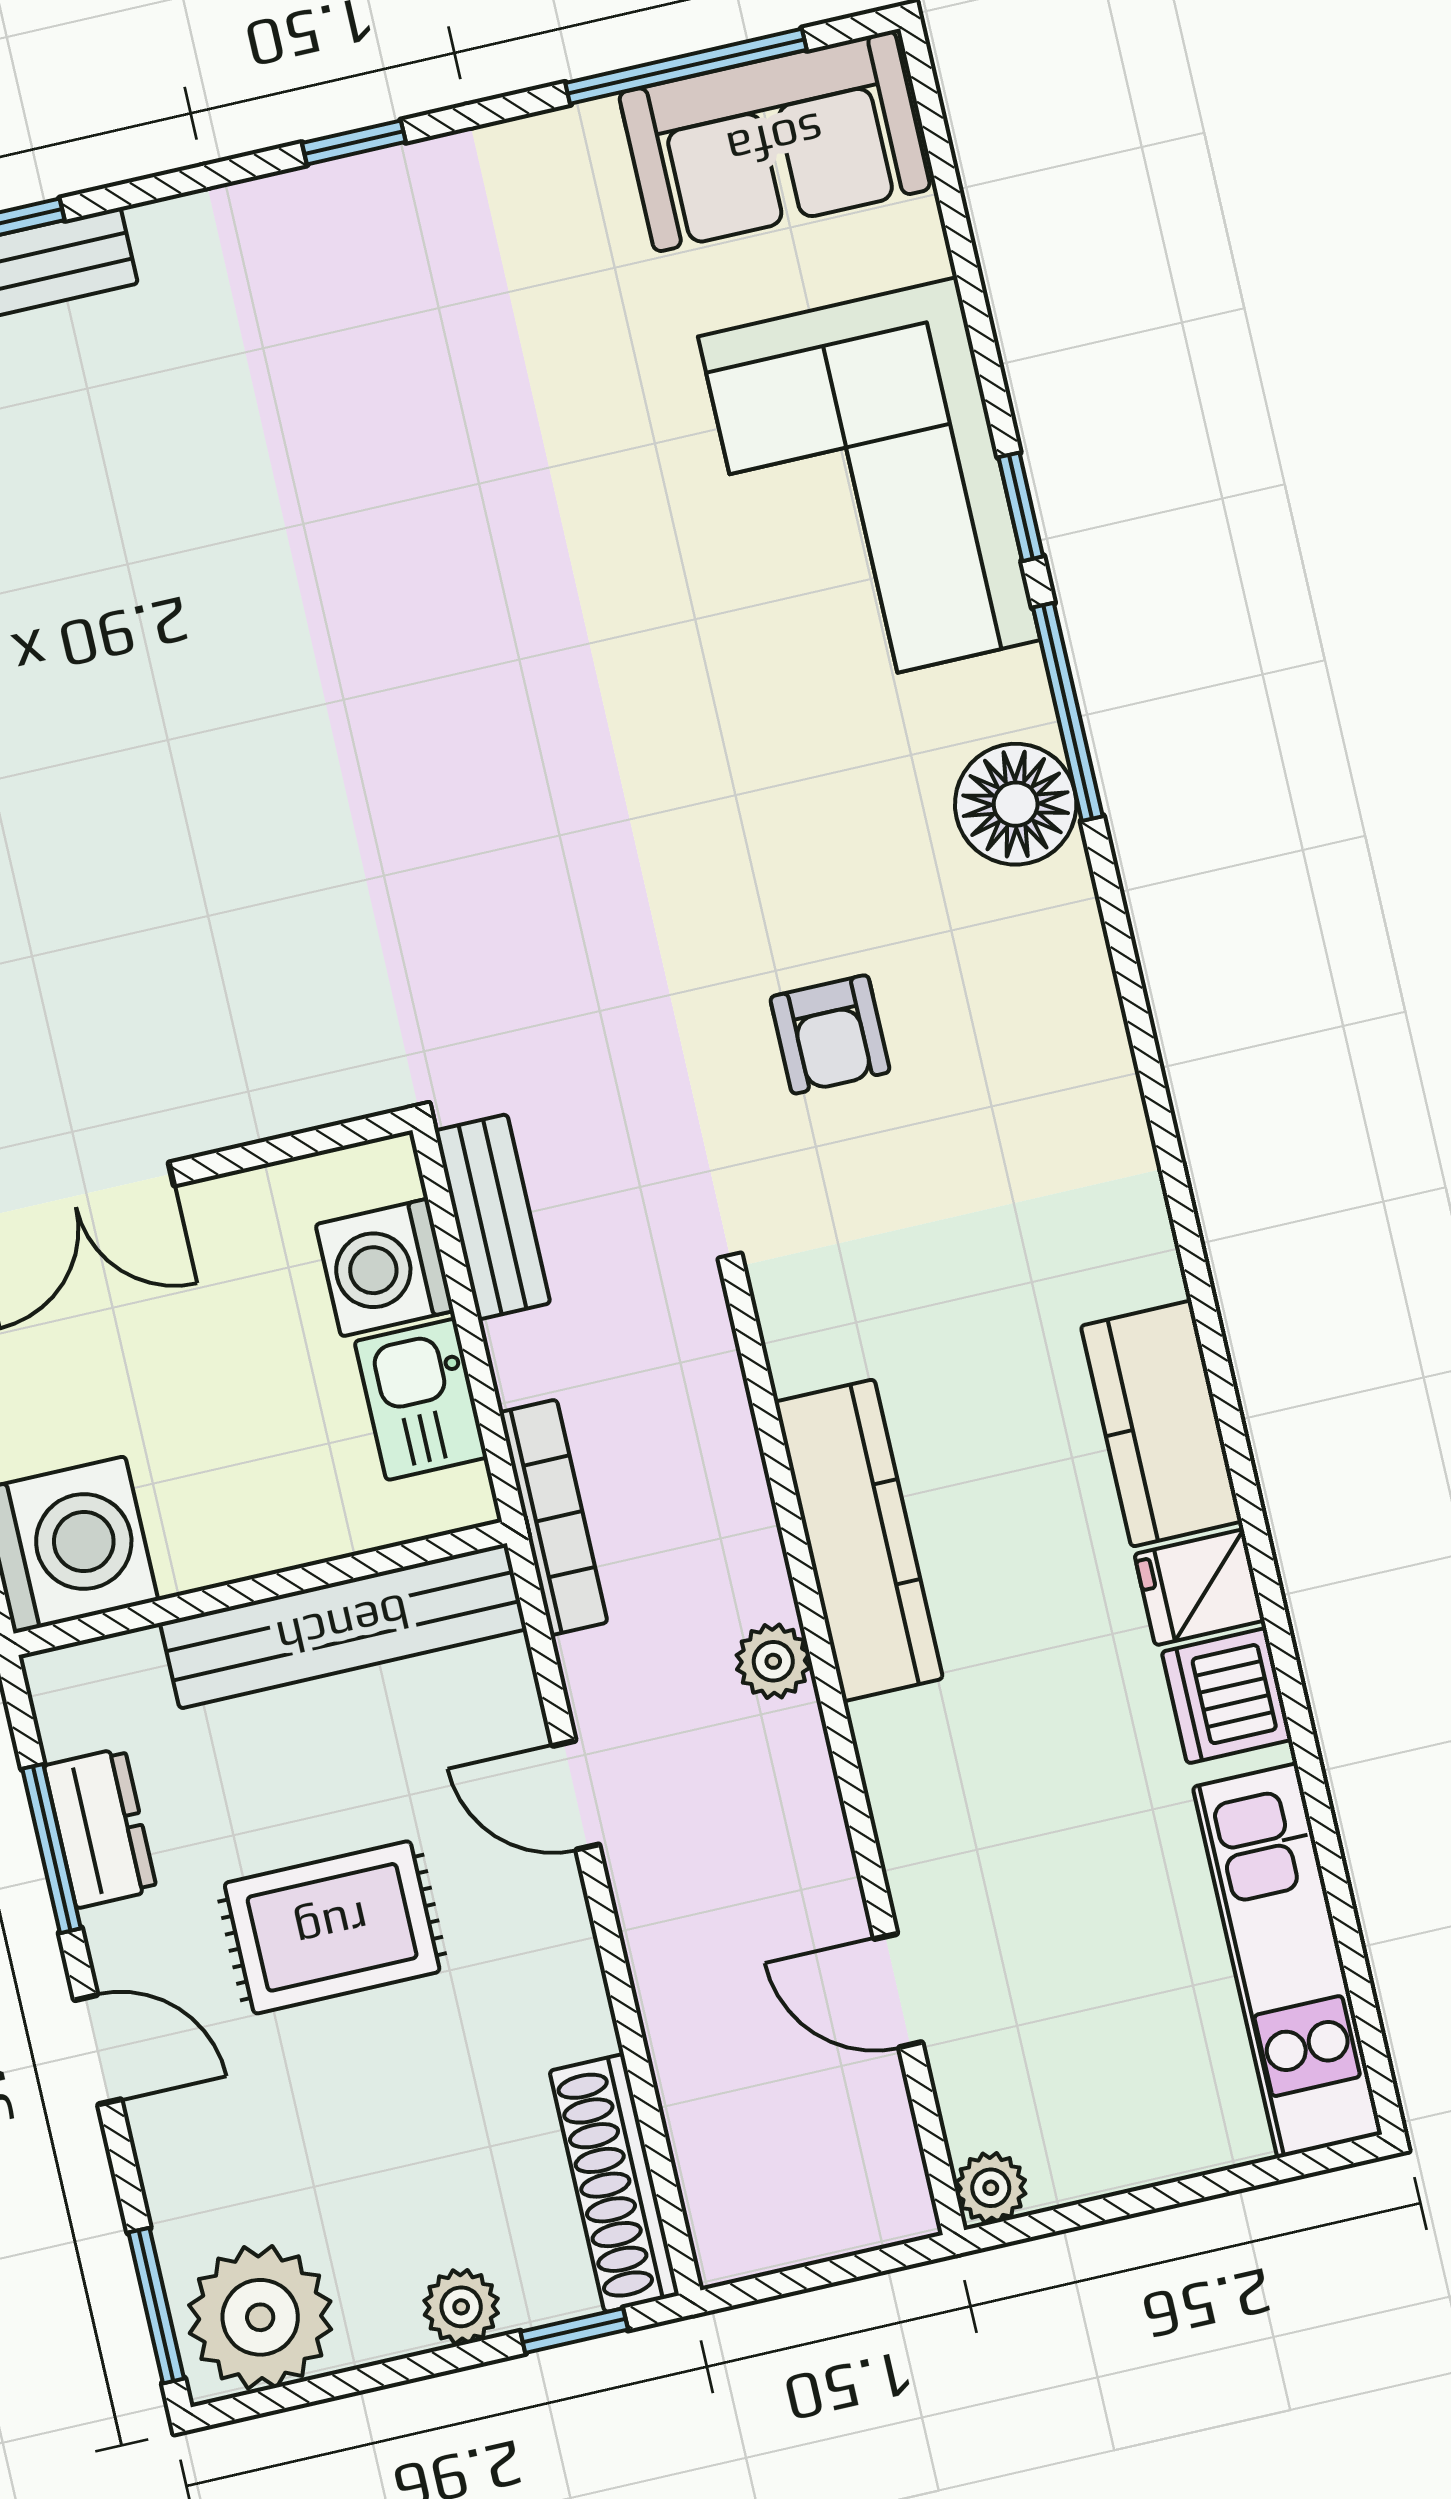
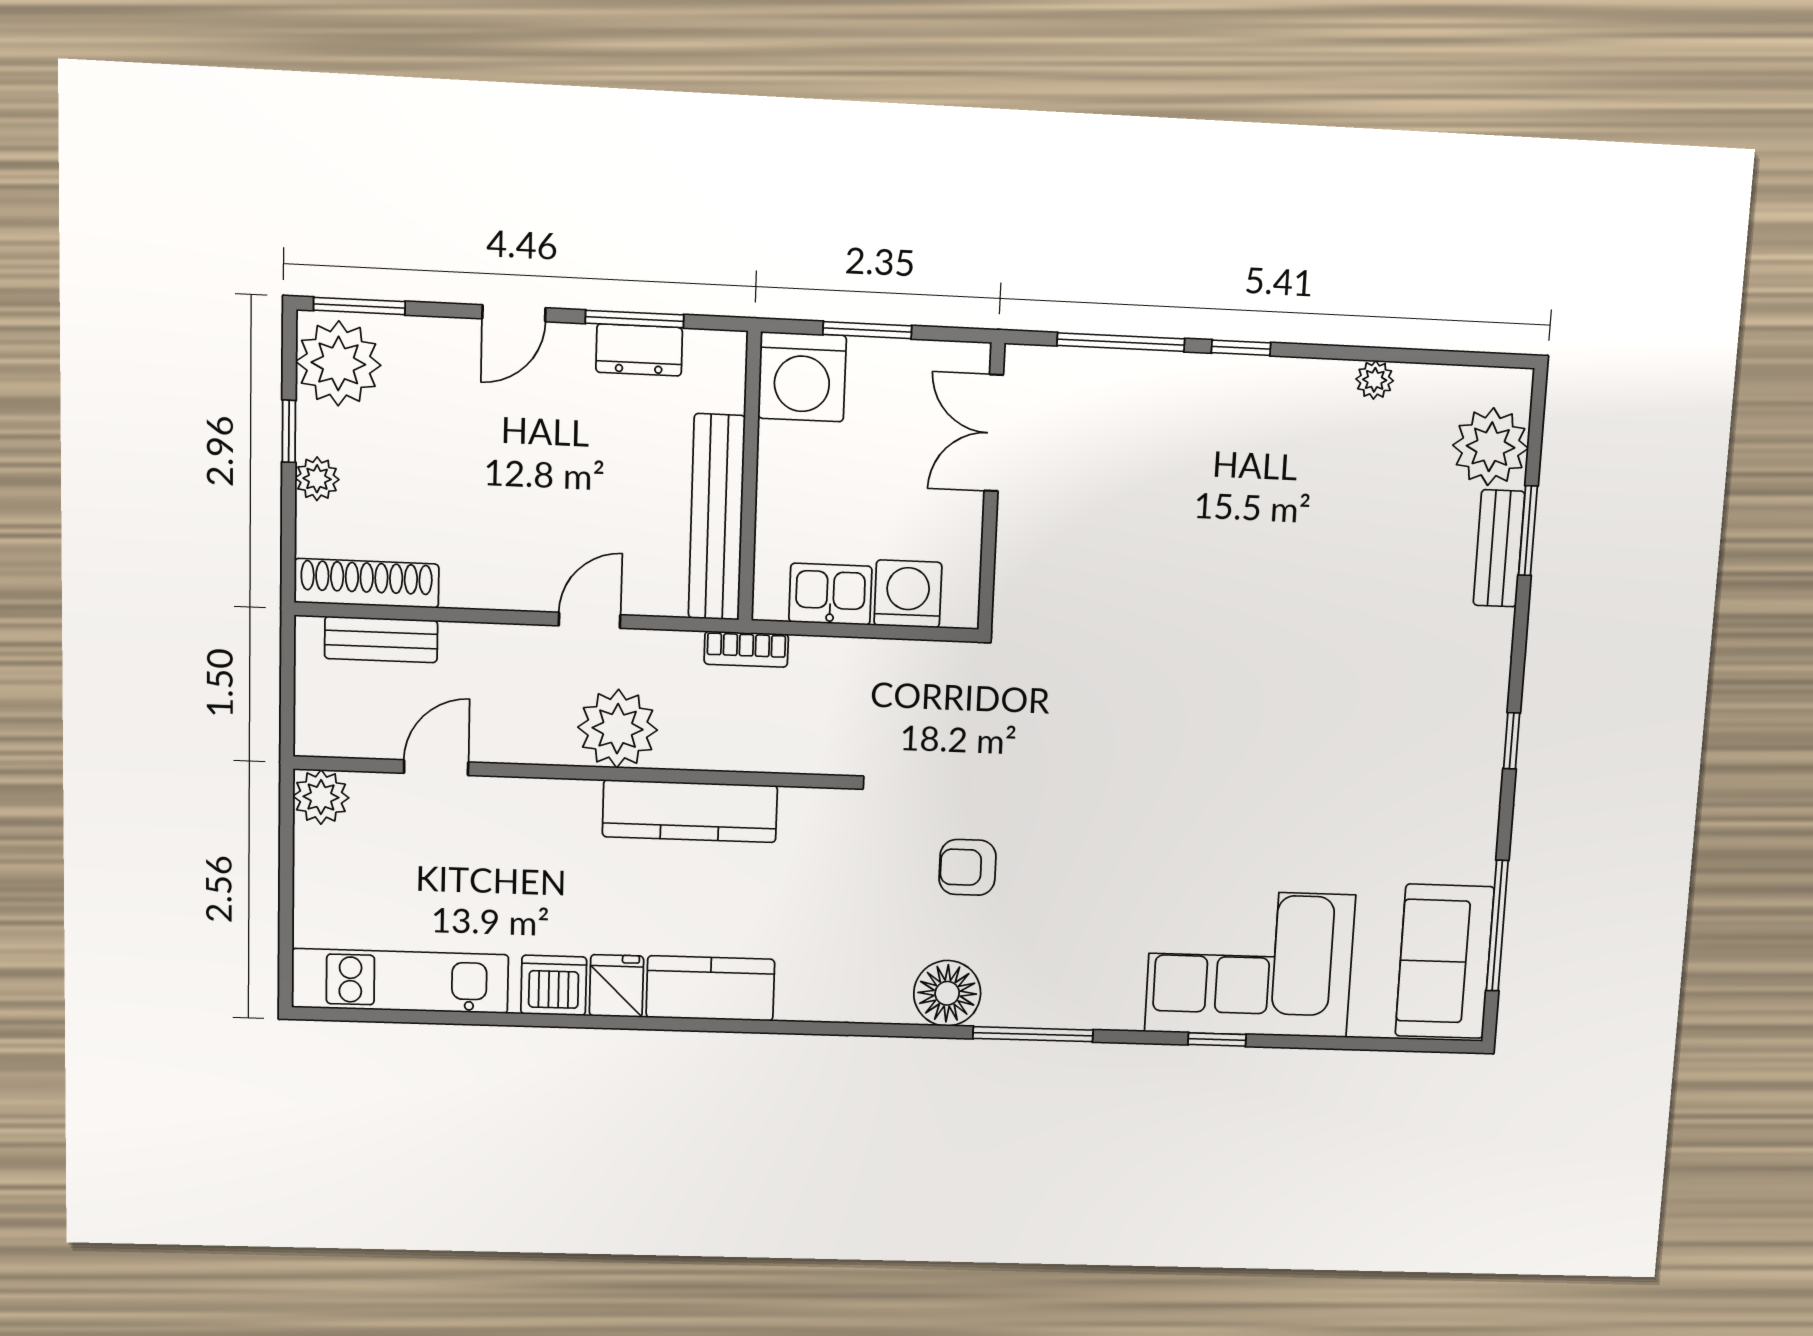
window: (1068, 712) -> (1033, 1034), moved
floor lamp: (1016, 804) -> (947, 993), moved
bench: (493, 1217) -> (381, 639), moved
bookcase: (553, 1517) -> (746, 649), width x0.64
plant: (773, 1661) -> (618, 729), width x1.87, depth x1.87
rug: (332, 1927) -> (550, 465), removed
plant: (991, 2188) -> (321, 797), width x1.38, depth x1.38
window: (574, 2331) -> (289, 431), moved

